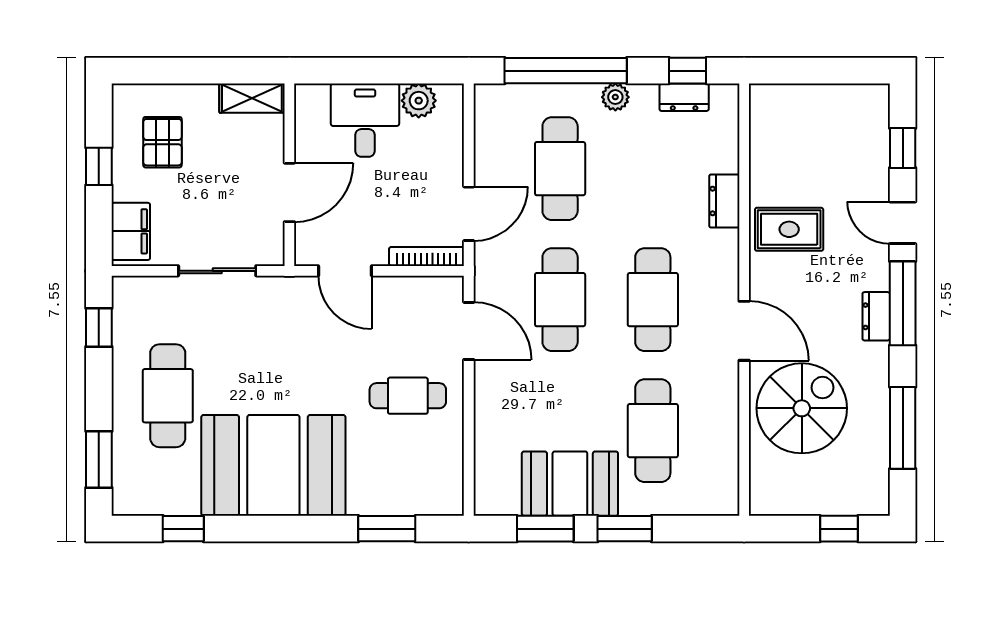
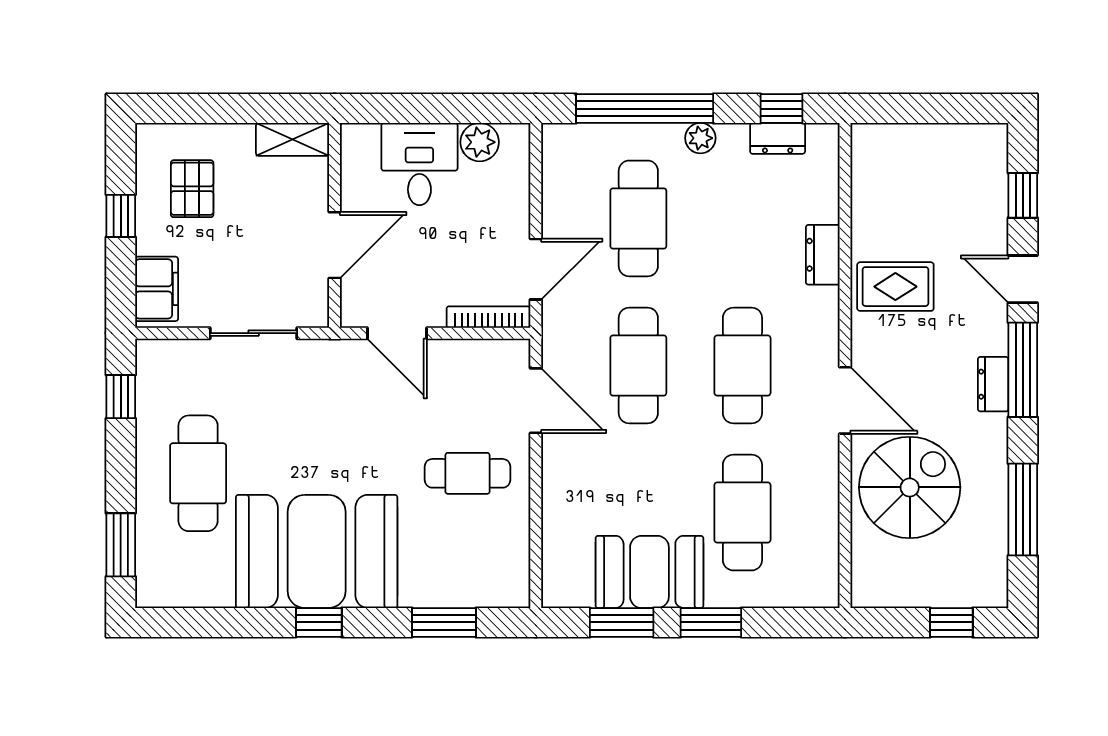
window: (183, 529) -> (319, 622), moved

